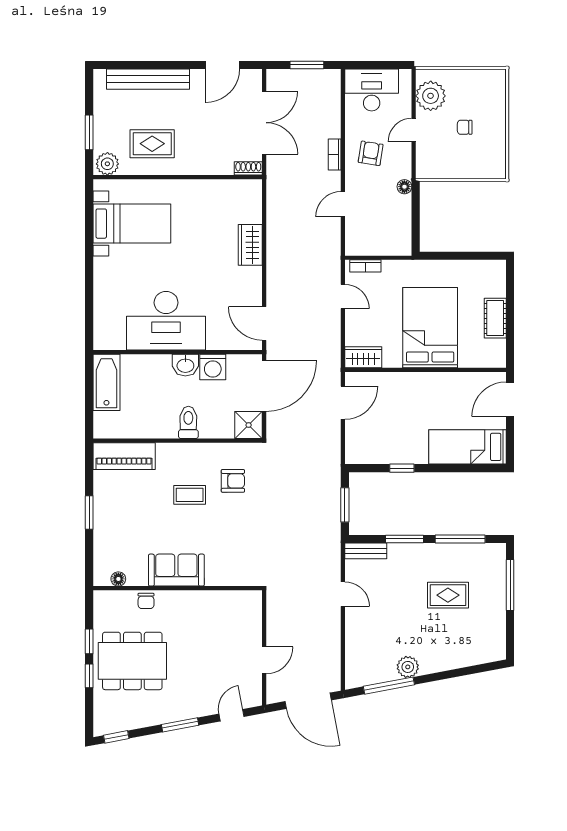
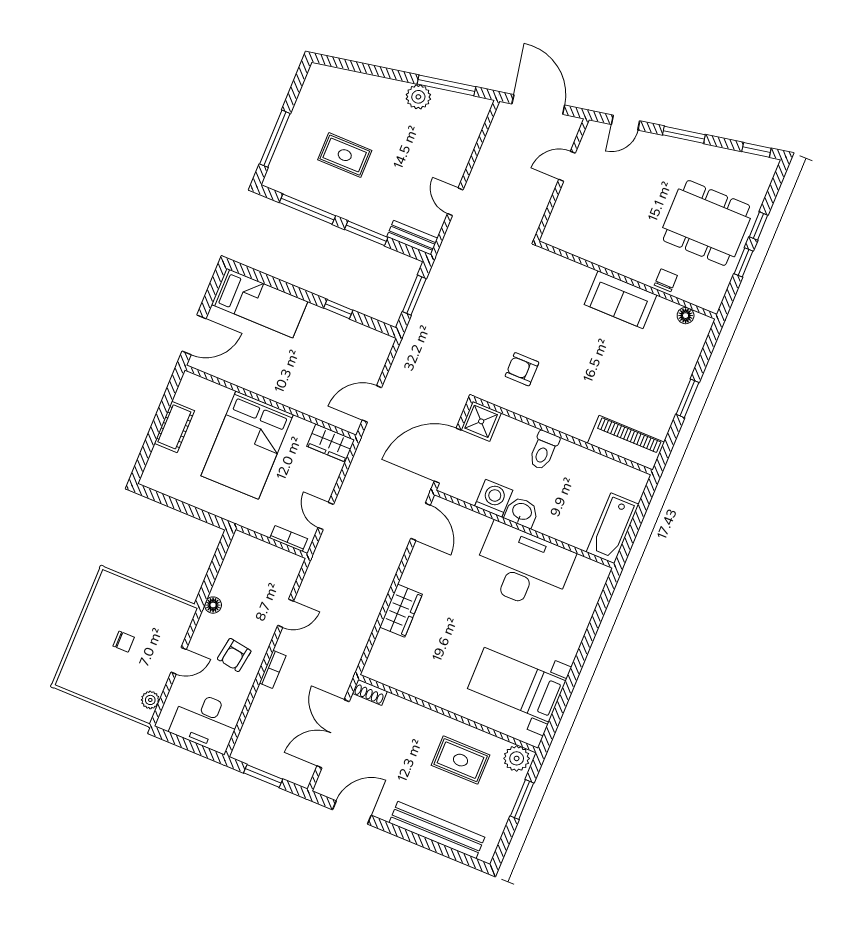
plant: (431, 96) -> (150, 700), width x0.53, depth x0.53
coffee table: (190, 495) -> (574, 373), removed

